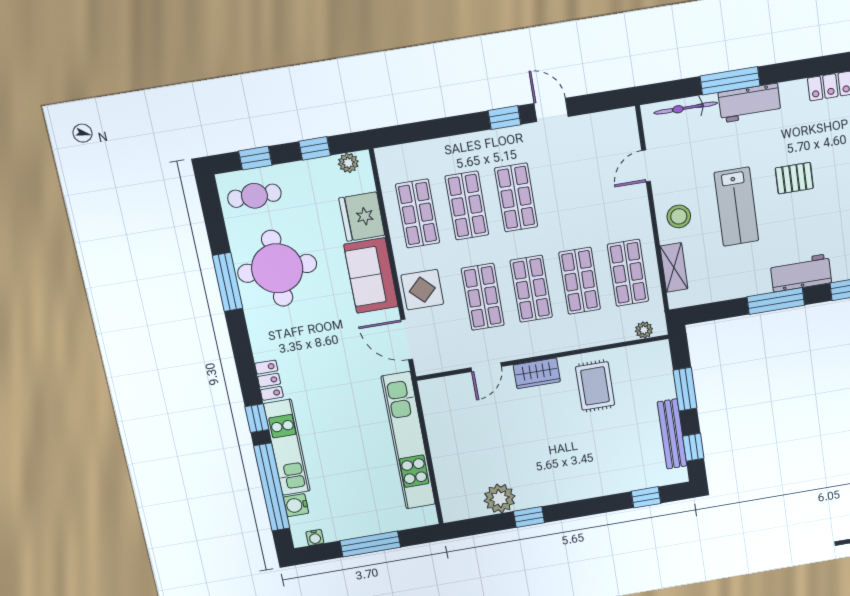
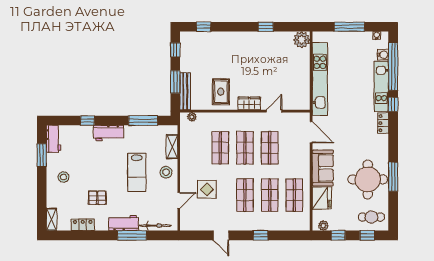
window: (504, 118) -> (261, 235), moved
pallet: (794, 178) -> (97, 198), moved
lab bench: (736, 207) -> (137, 172), turned 180
shop shelf: (628, 273) -> (196, 148), removed
display table: (422, 290) -> (207, 189), moved
window: (776, 301) -> (143, 121), moved
bench: (672, 434) -> (185, 91), moved
plant: (500, 498) -> (302, 40), moved

